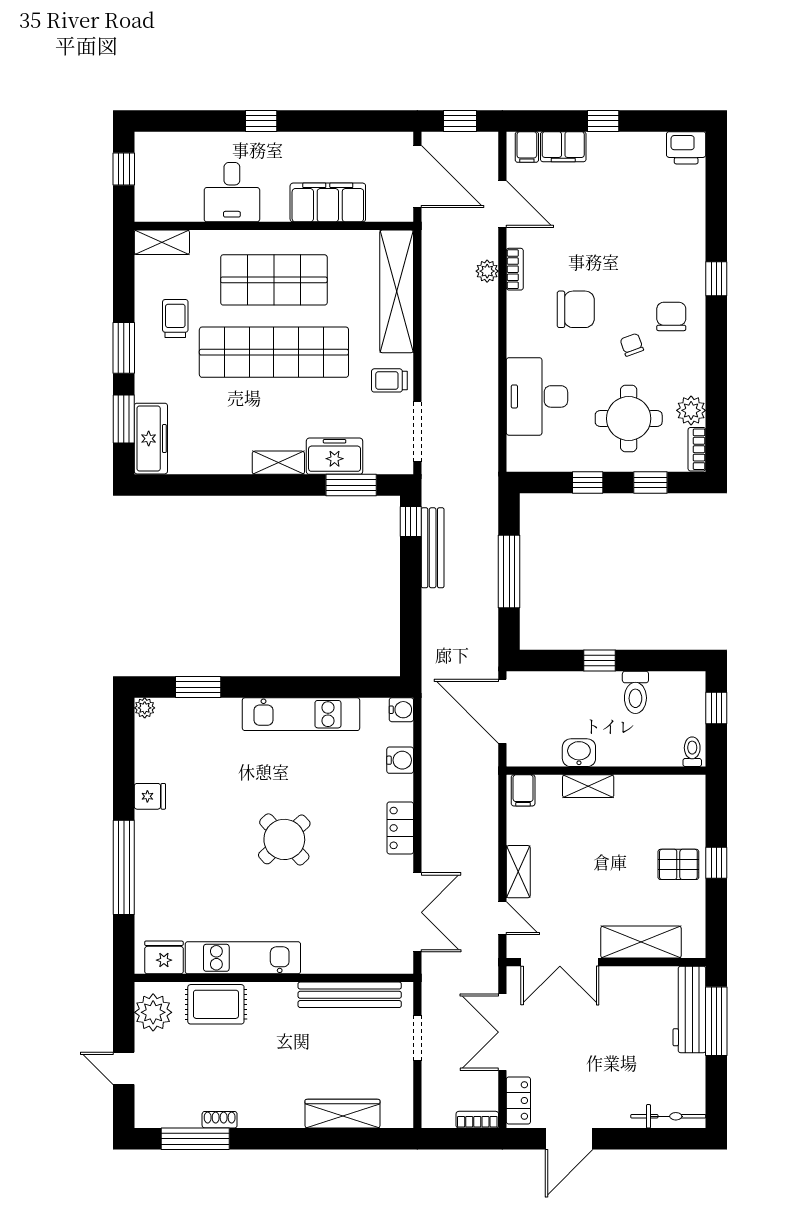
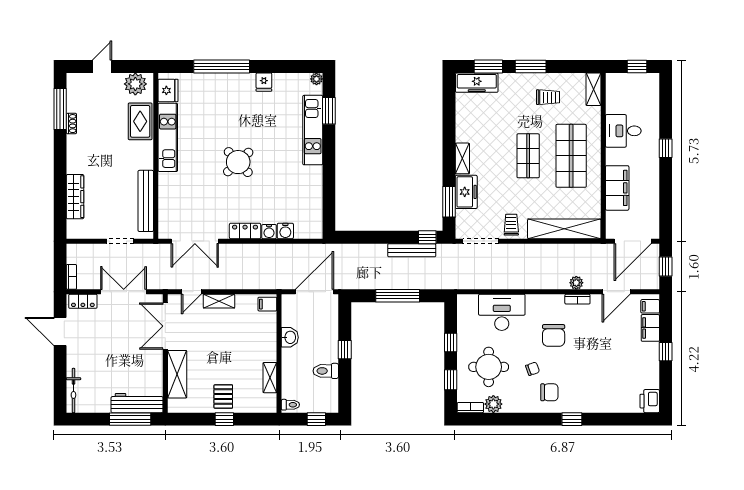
shop shelf: (274, 352) -> (528, 156), width x0.50, depth x0.74
water cooler: (401, 710) -> (269, 232), moved
kitchen unit: (301, 714) -> (313, 130), moved
shelving: (588, 786) -> (270, 378), moved

